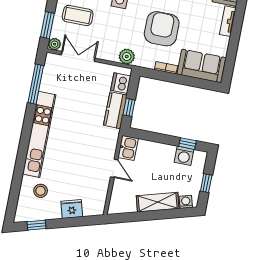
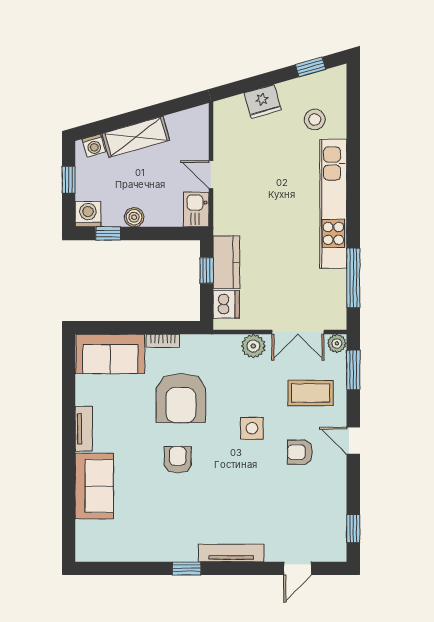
plant: (127, 57) -> (253, 346), moved
boiler: (169, 151) -> (134, 217), added
washing machine: (184, 156) -> (88, 214), moved

